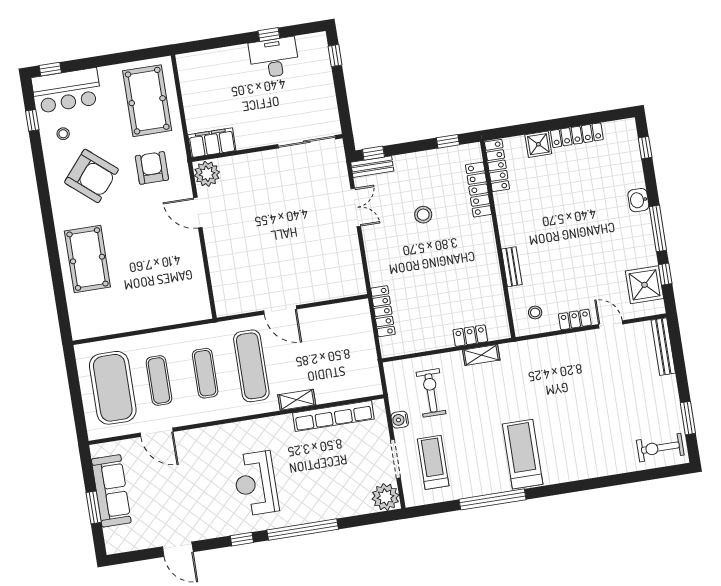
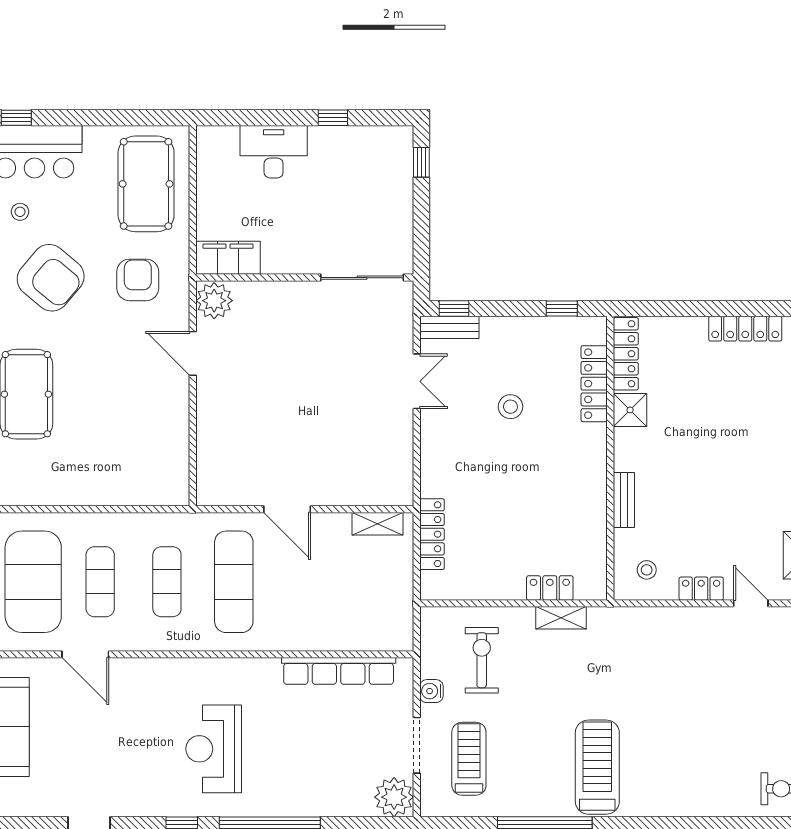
desk: (274, 58) -> (274, 152), moved
shower: (538, 144) -> (630, 410), moved
shelving: (297, 400) -> (378, 524), moved

